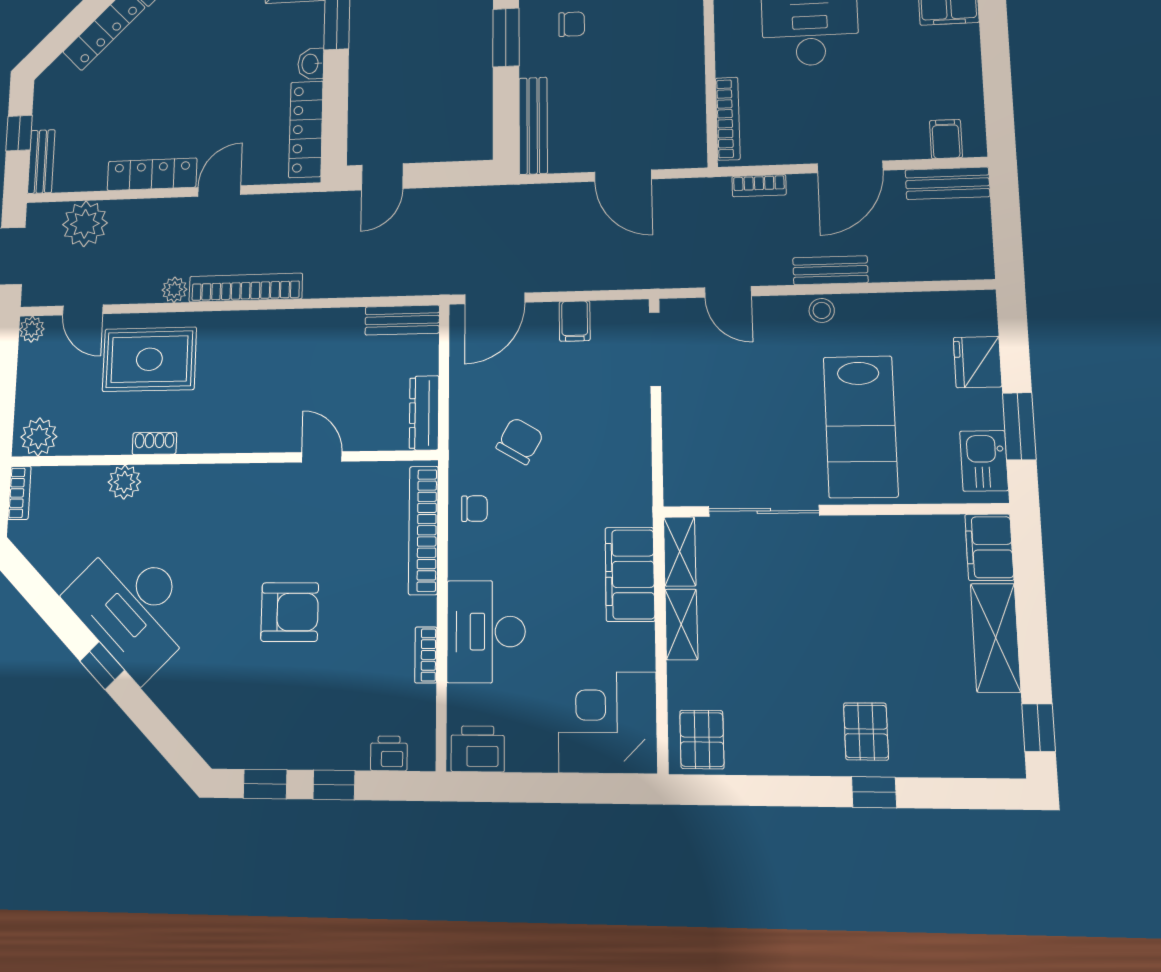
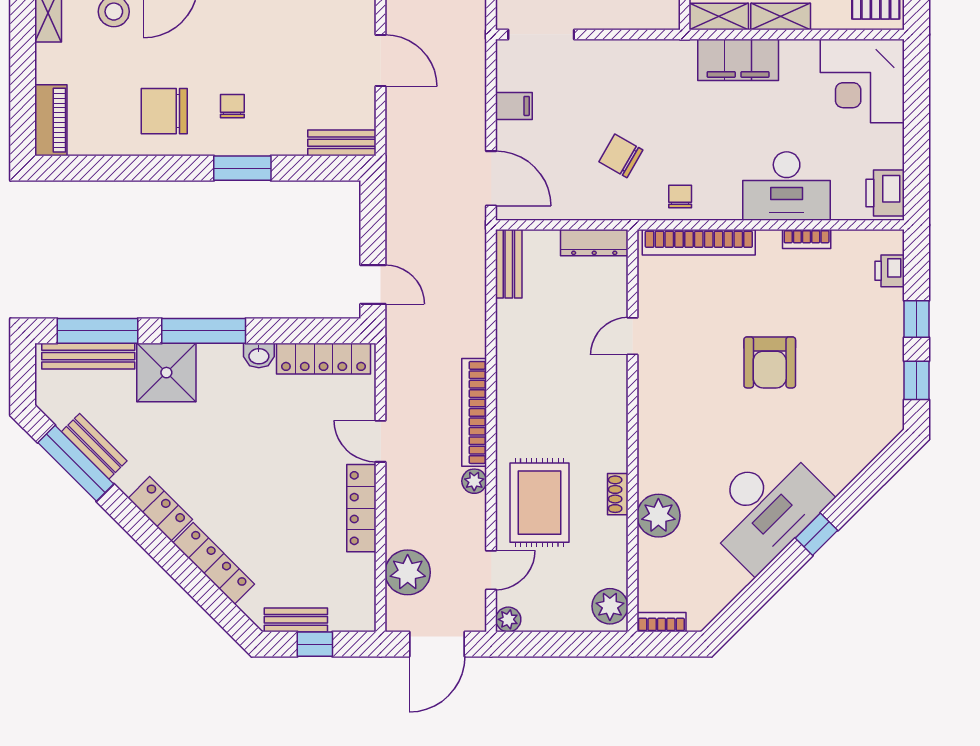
bench: (533, 126) -> (342, 143), width x0.73
bench: (41, 162) -> (296, 620), moved
door: (623, 176) -> (381, 61), hinge flipped
plant: (124, 482) -> (658, 516), width x1.36, depth x1.36
armchair: (290, 612) -> (770, 362), turned 180

